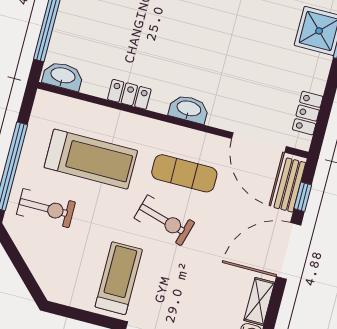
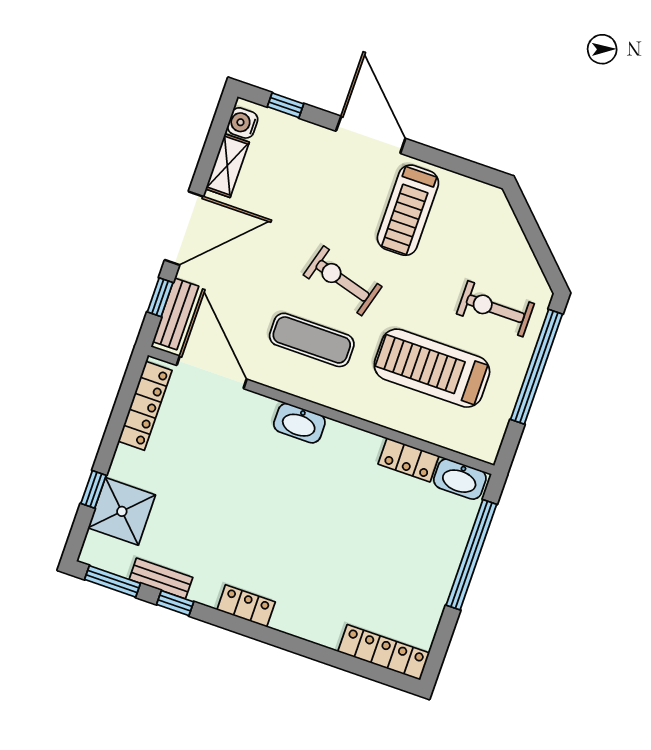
locker: (129, 94) -> (409, 460), moved
locker: (308, 113) -> (145, 406), width x1.53

